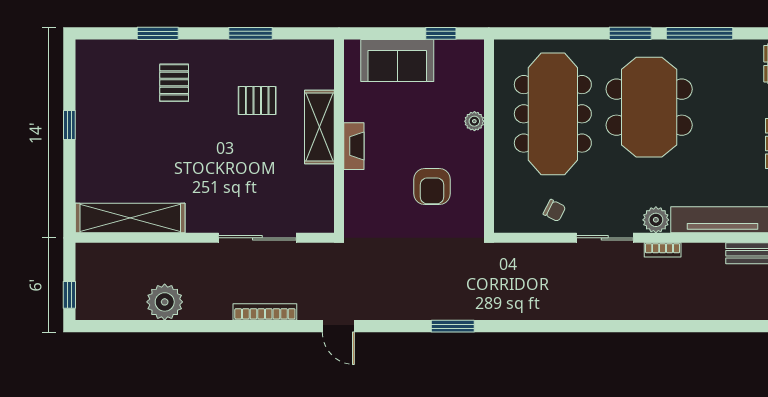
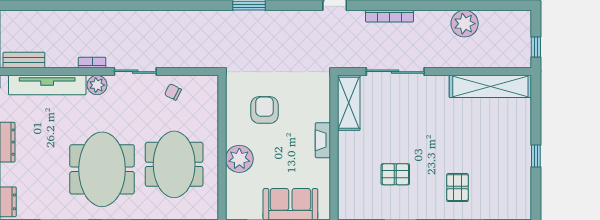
meeting table: (553, 114) -> (174, 164), width x0.73
plant: (474, 121) -> (239, 159), width x1.88, depth x1.88
shelving: (319, 127) -> (349, 103), moved
window: (69, 295) -> (536, 47), moved

